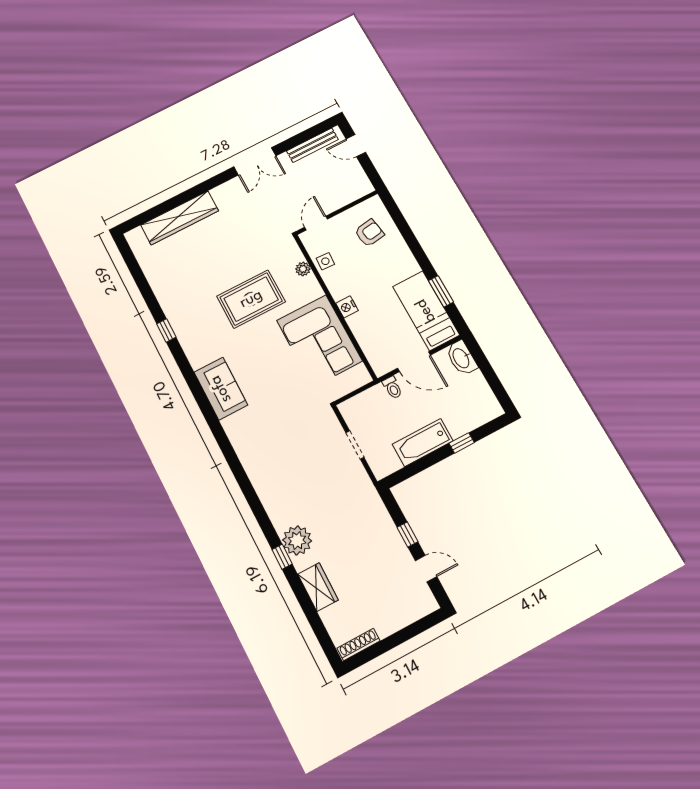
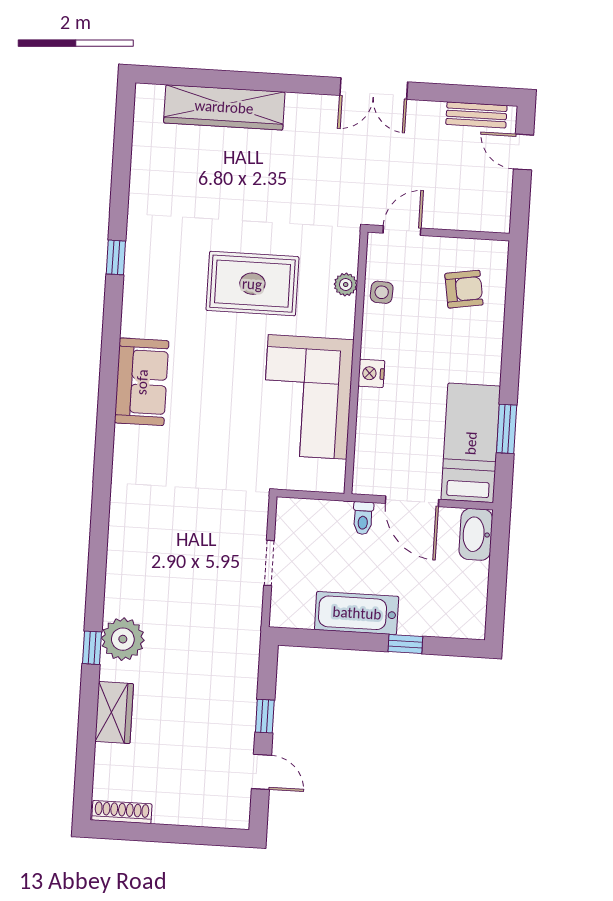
bench: (312, 145) -> (476, 115), width x0.73

